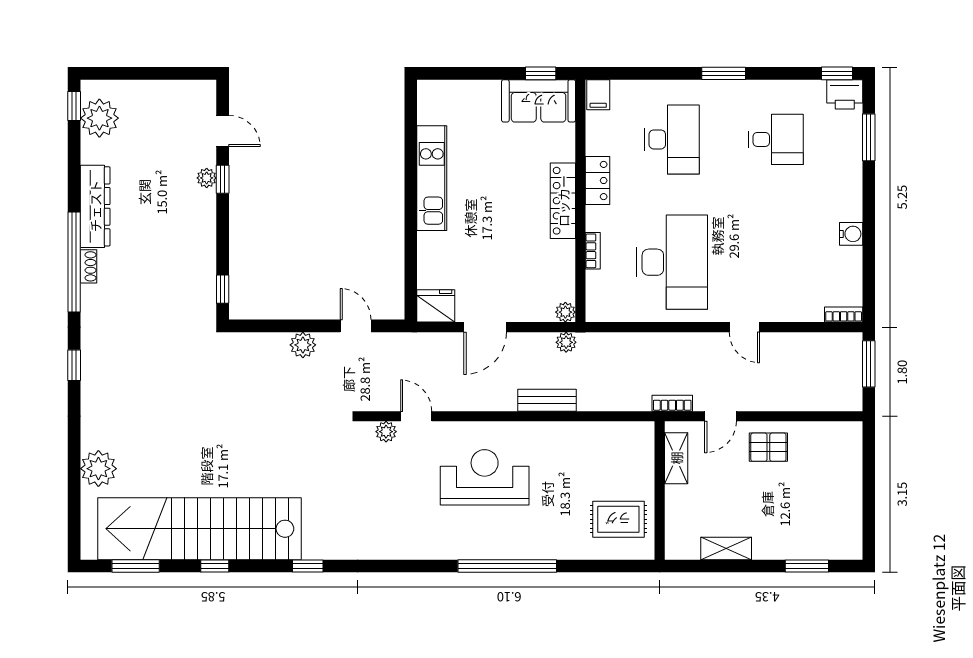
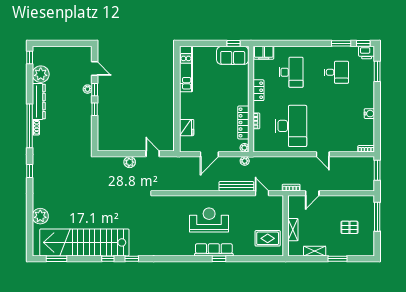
window: (724, 73) -> (341, 43), moved
filing cabinet: (598, 95) -> (264, 53), width x2.00
plant: (99, 118) -> (41, 74), moved
kitchen unit: (432, 178) -> (186, 69), moved
locker: (563, 201) -> (243, 122), moved
window: (223, 289) -> (95, 109), moved
fridge: (436, 306) -> (187, 128), moved, turned 90
bench: (547, 400) -> (236, 186), width x1.36
door: (416, 416) -> (262, 193), moved
plant: (386, 432) -> (166, 200), removed
pallet: (768, 447) -> (349, 227), moved
shelving: (676, 458) -> (293, 230), moved
window: (869, 470) -> (377, 217), added
row of seats: (496, 546) -> (214, 250), added
window: (215, 566) -> (108, 259), moved
window: (507, 566) -> (219, 259), width x0.32
window: (807, 566) -> (337, 259), moved

